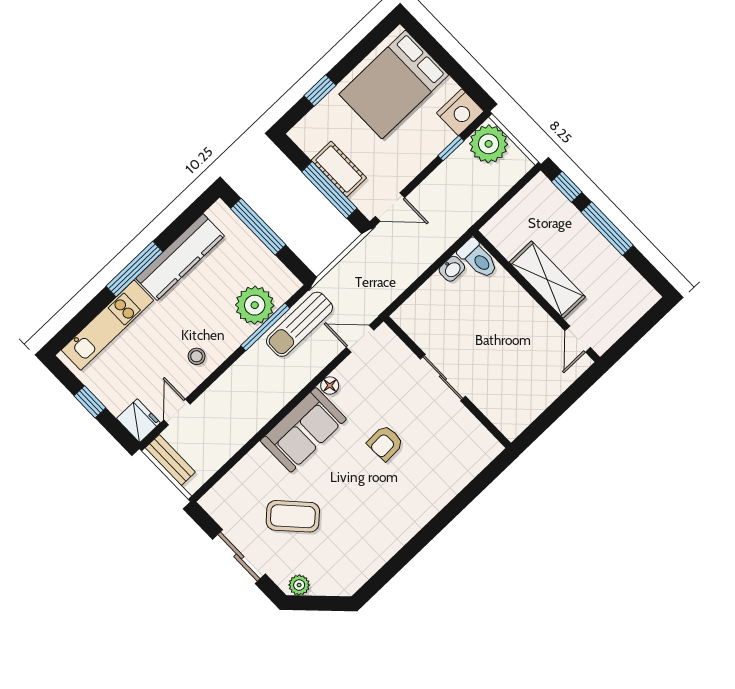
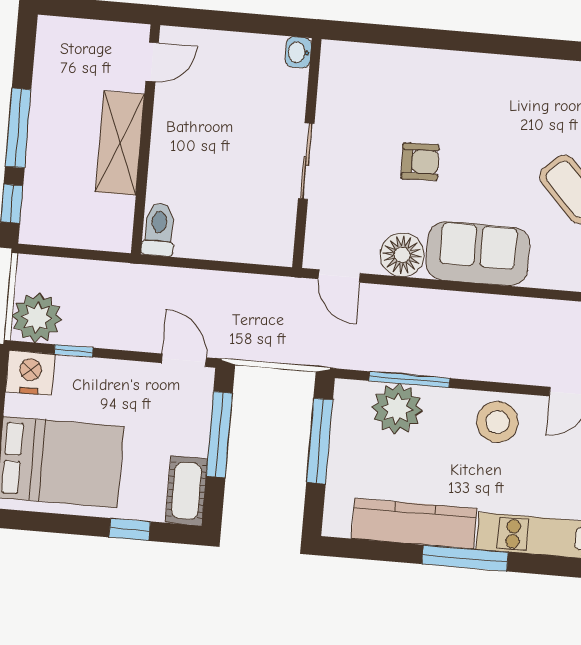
cot: (339, 169) -> (186, 491), moved
window: (258, 227) -> (320, 441), moved
washbasin: (452, 269) -> (298, 52), moved, turned -90
sun lounger: (299, 324) -> (377, 348), removed
stool: (197, 356) -> (497, 422), width x1.89, depth x1.89
floor lamp: (330, 386) -> (402, 255), width x1.89, depth x1.89

